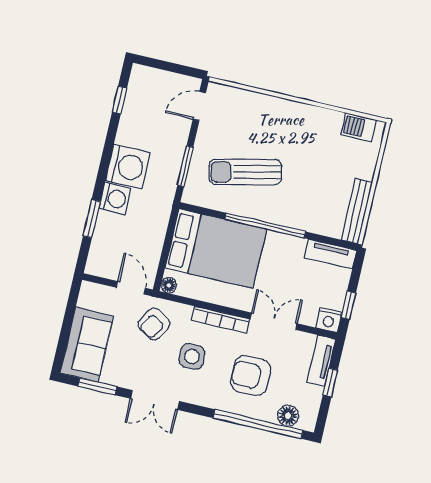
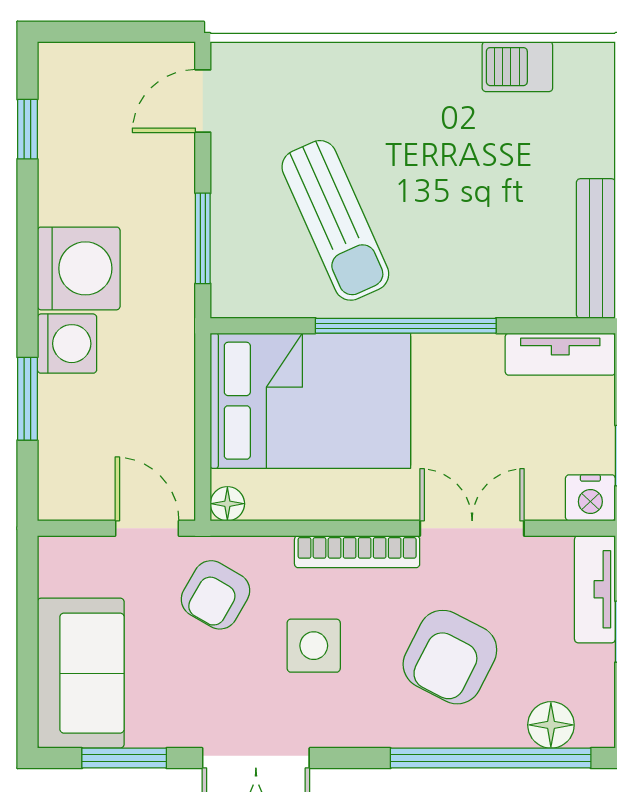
barbecue: (359, 127) -> (517, 67), moved
sun lounger: (245, 172) -> (335, 220), turned -101
armchair: (251, 376) -> (450, 657), turned -63

